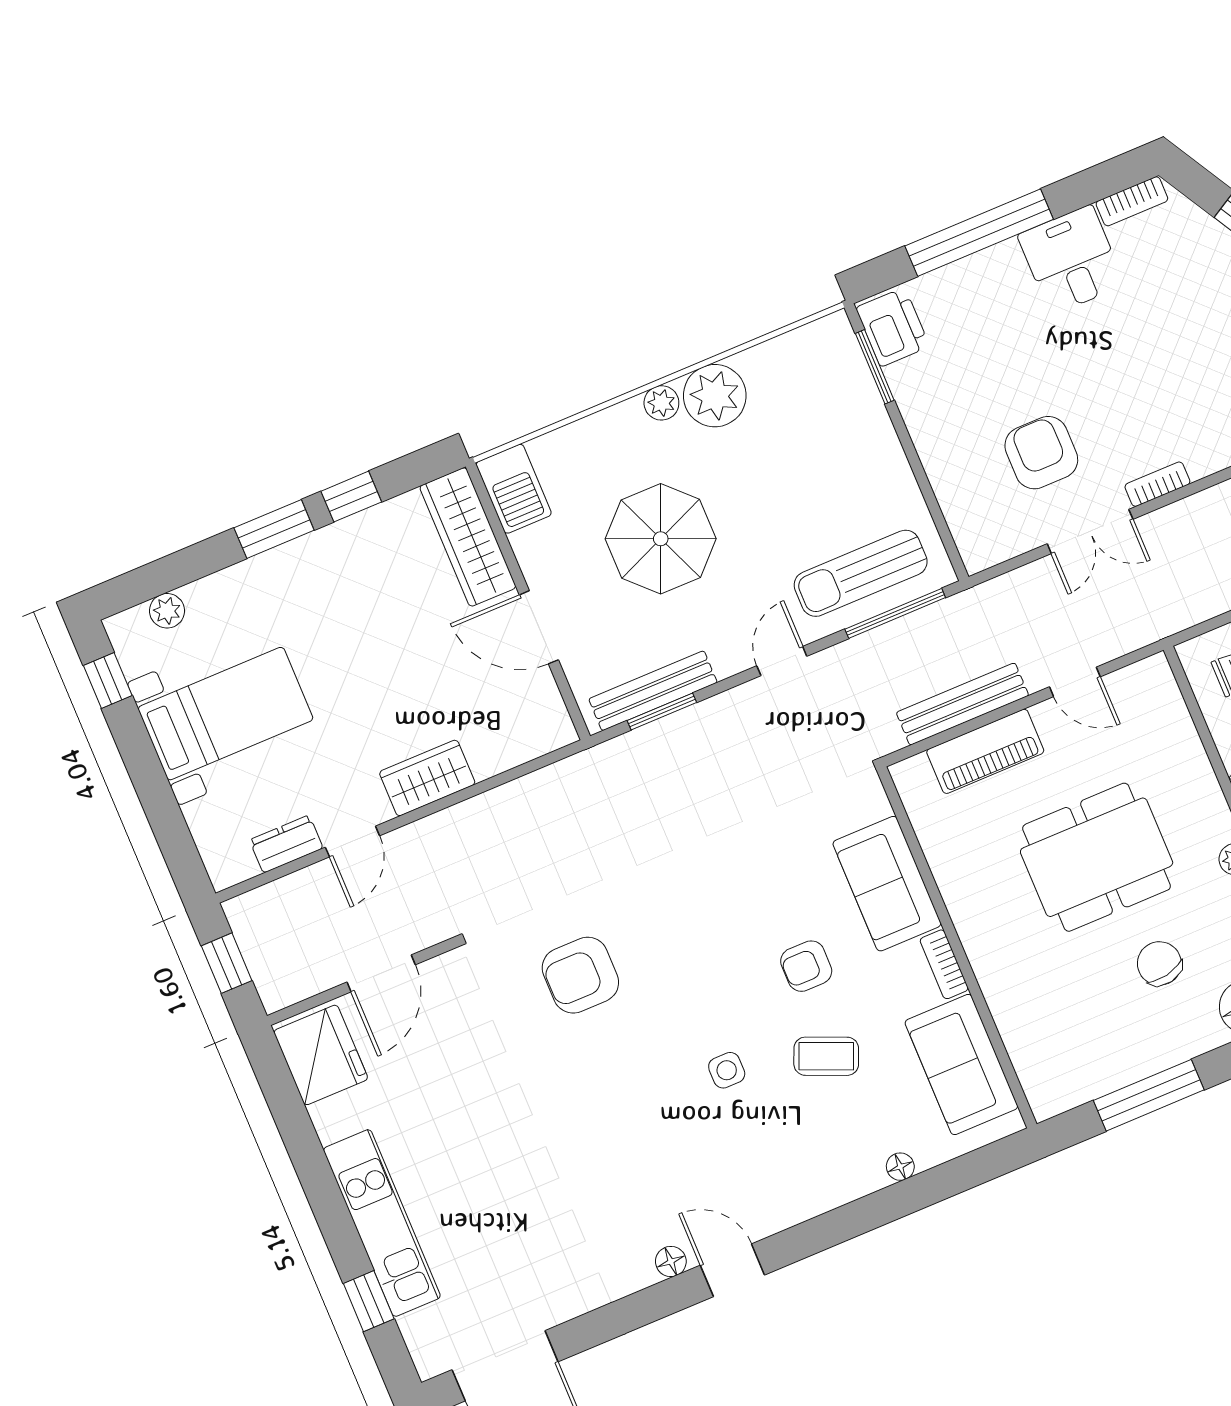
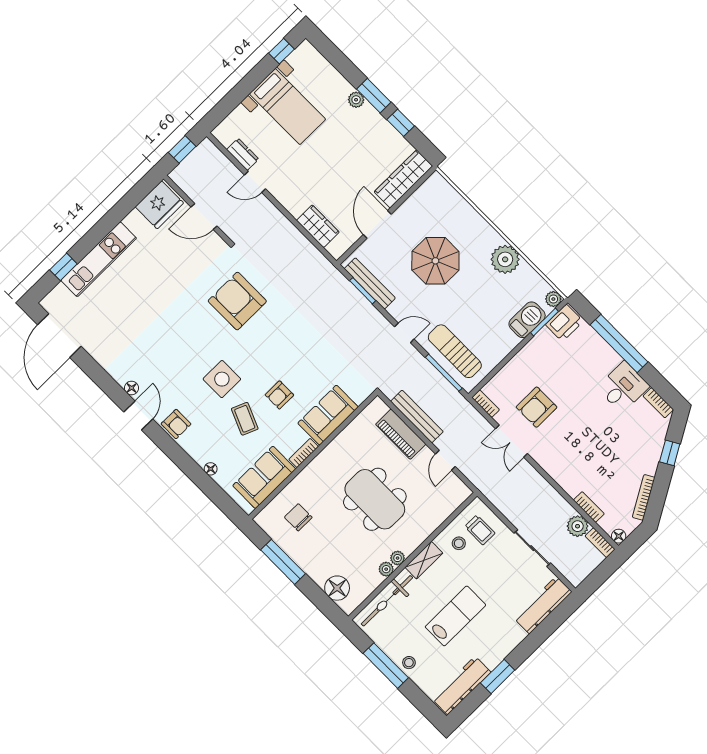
plant: (661, 403) -> (553, 299), moved
armchair: (1041, 453) -> (537, 407), turned 180
bookcase: (1157, 484) -> (486, 404), moved
barbecue: (514, 489) -> (527, 320), moved, turned 180
plant: (167, 611) -> (356, 100), moved
wardrobe: (427, 778) -> (318, 226), moved
chair: (1159, 963) -> (298, 517), moved, turned -79
armchair: (806, 966) -> (279, 395), turned -90
armchair: (580, 975) -> (237, 301), width x1.36, depth x1.36
side table: (727, 1070) -> (222, 379), width x1.87, depth x1.87
armchair: (781, 1200) -> (176, 424), added

